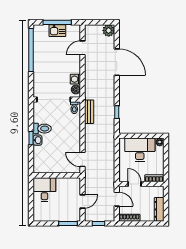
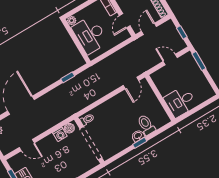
bench: (89, 112) -> (83, 103), removed
toilet: (42, 129) -> (146, 125), moved

